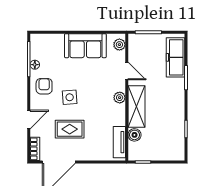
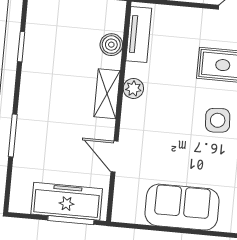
plant: (119, 45) -> (123, 204), removed
freezer: (175, 57) -> (67, 201), moved, turned -90
plant: (120, 98) -> (133, 88), moved
shelving: (136, 107) -> (107, 94), width x0.67, depth x0.75

